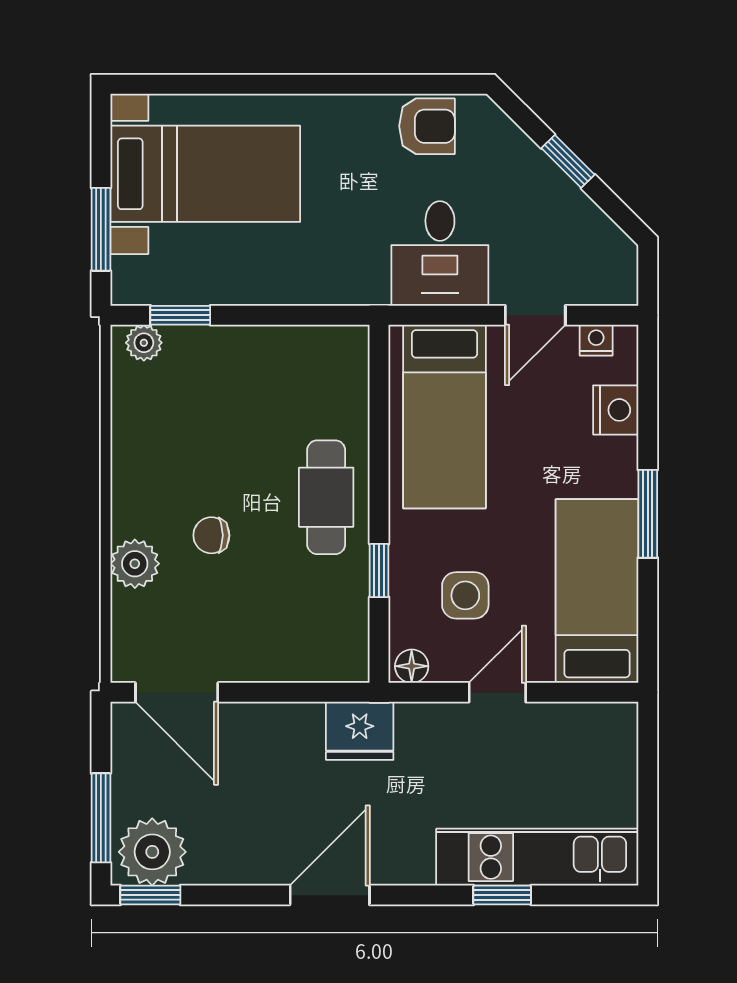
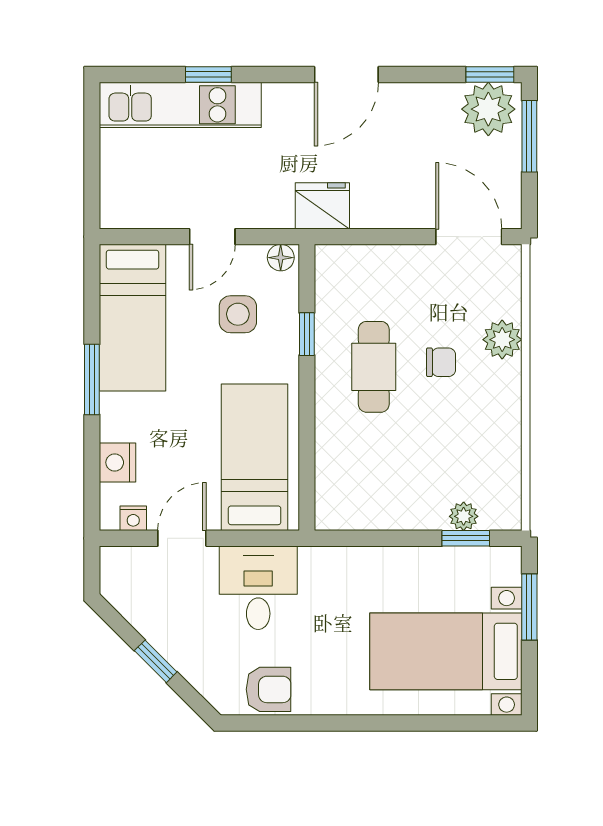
armchair: (427, 126) -> (269, 689), turned 180
plant: (144, 343) -> (464, 516), moved
cafe table: (326, 497) -> (374, 367), moved

